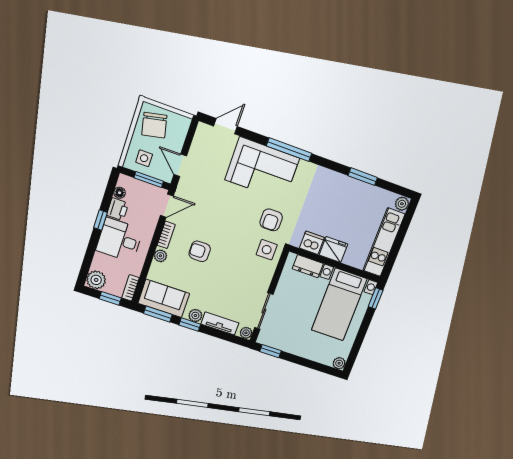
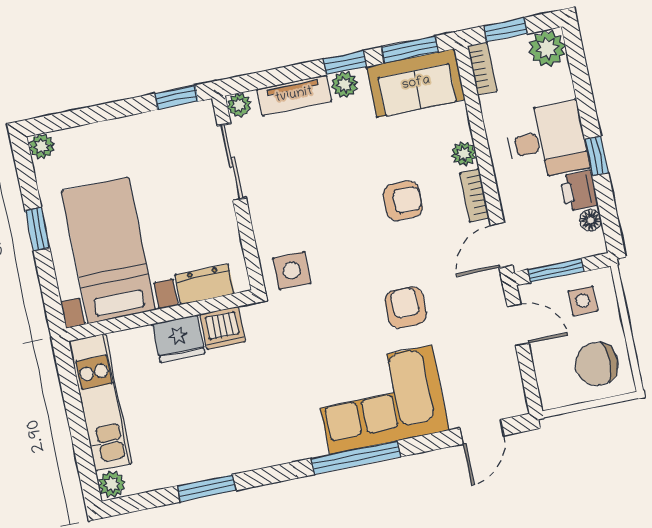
chair: (154, 125) -> (597, 364), turned -78
armchair: (271, 220) -> (406, 307), moved
window: (376, 298) -> (37, 229), moved

